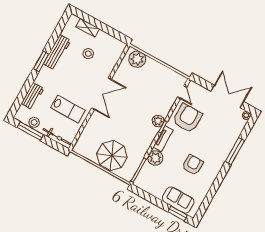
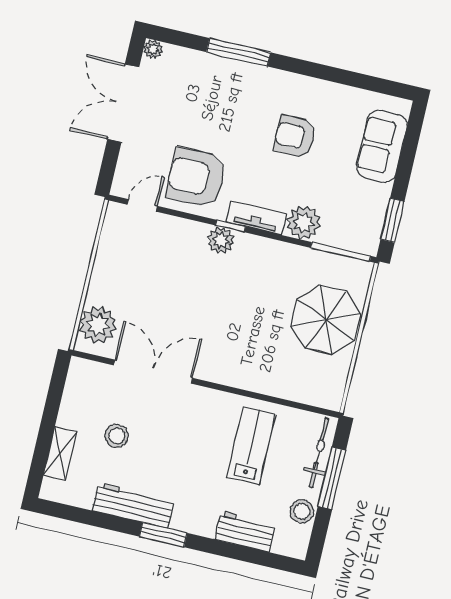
double door: (101, 94) -> (153, 372), moved
window: (30, 131) -> (332, 478), moved
window: (178, 213) -> (392, 220), moved

